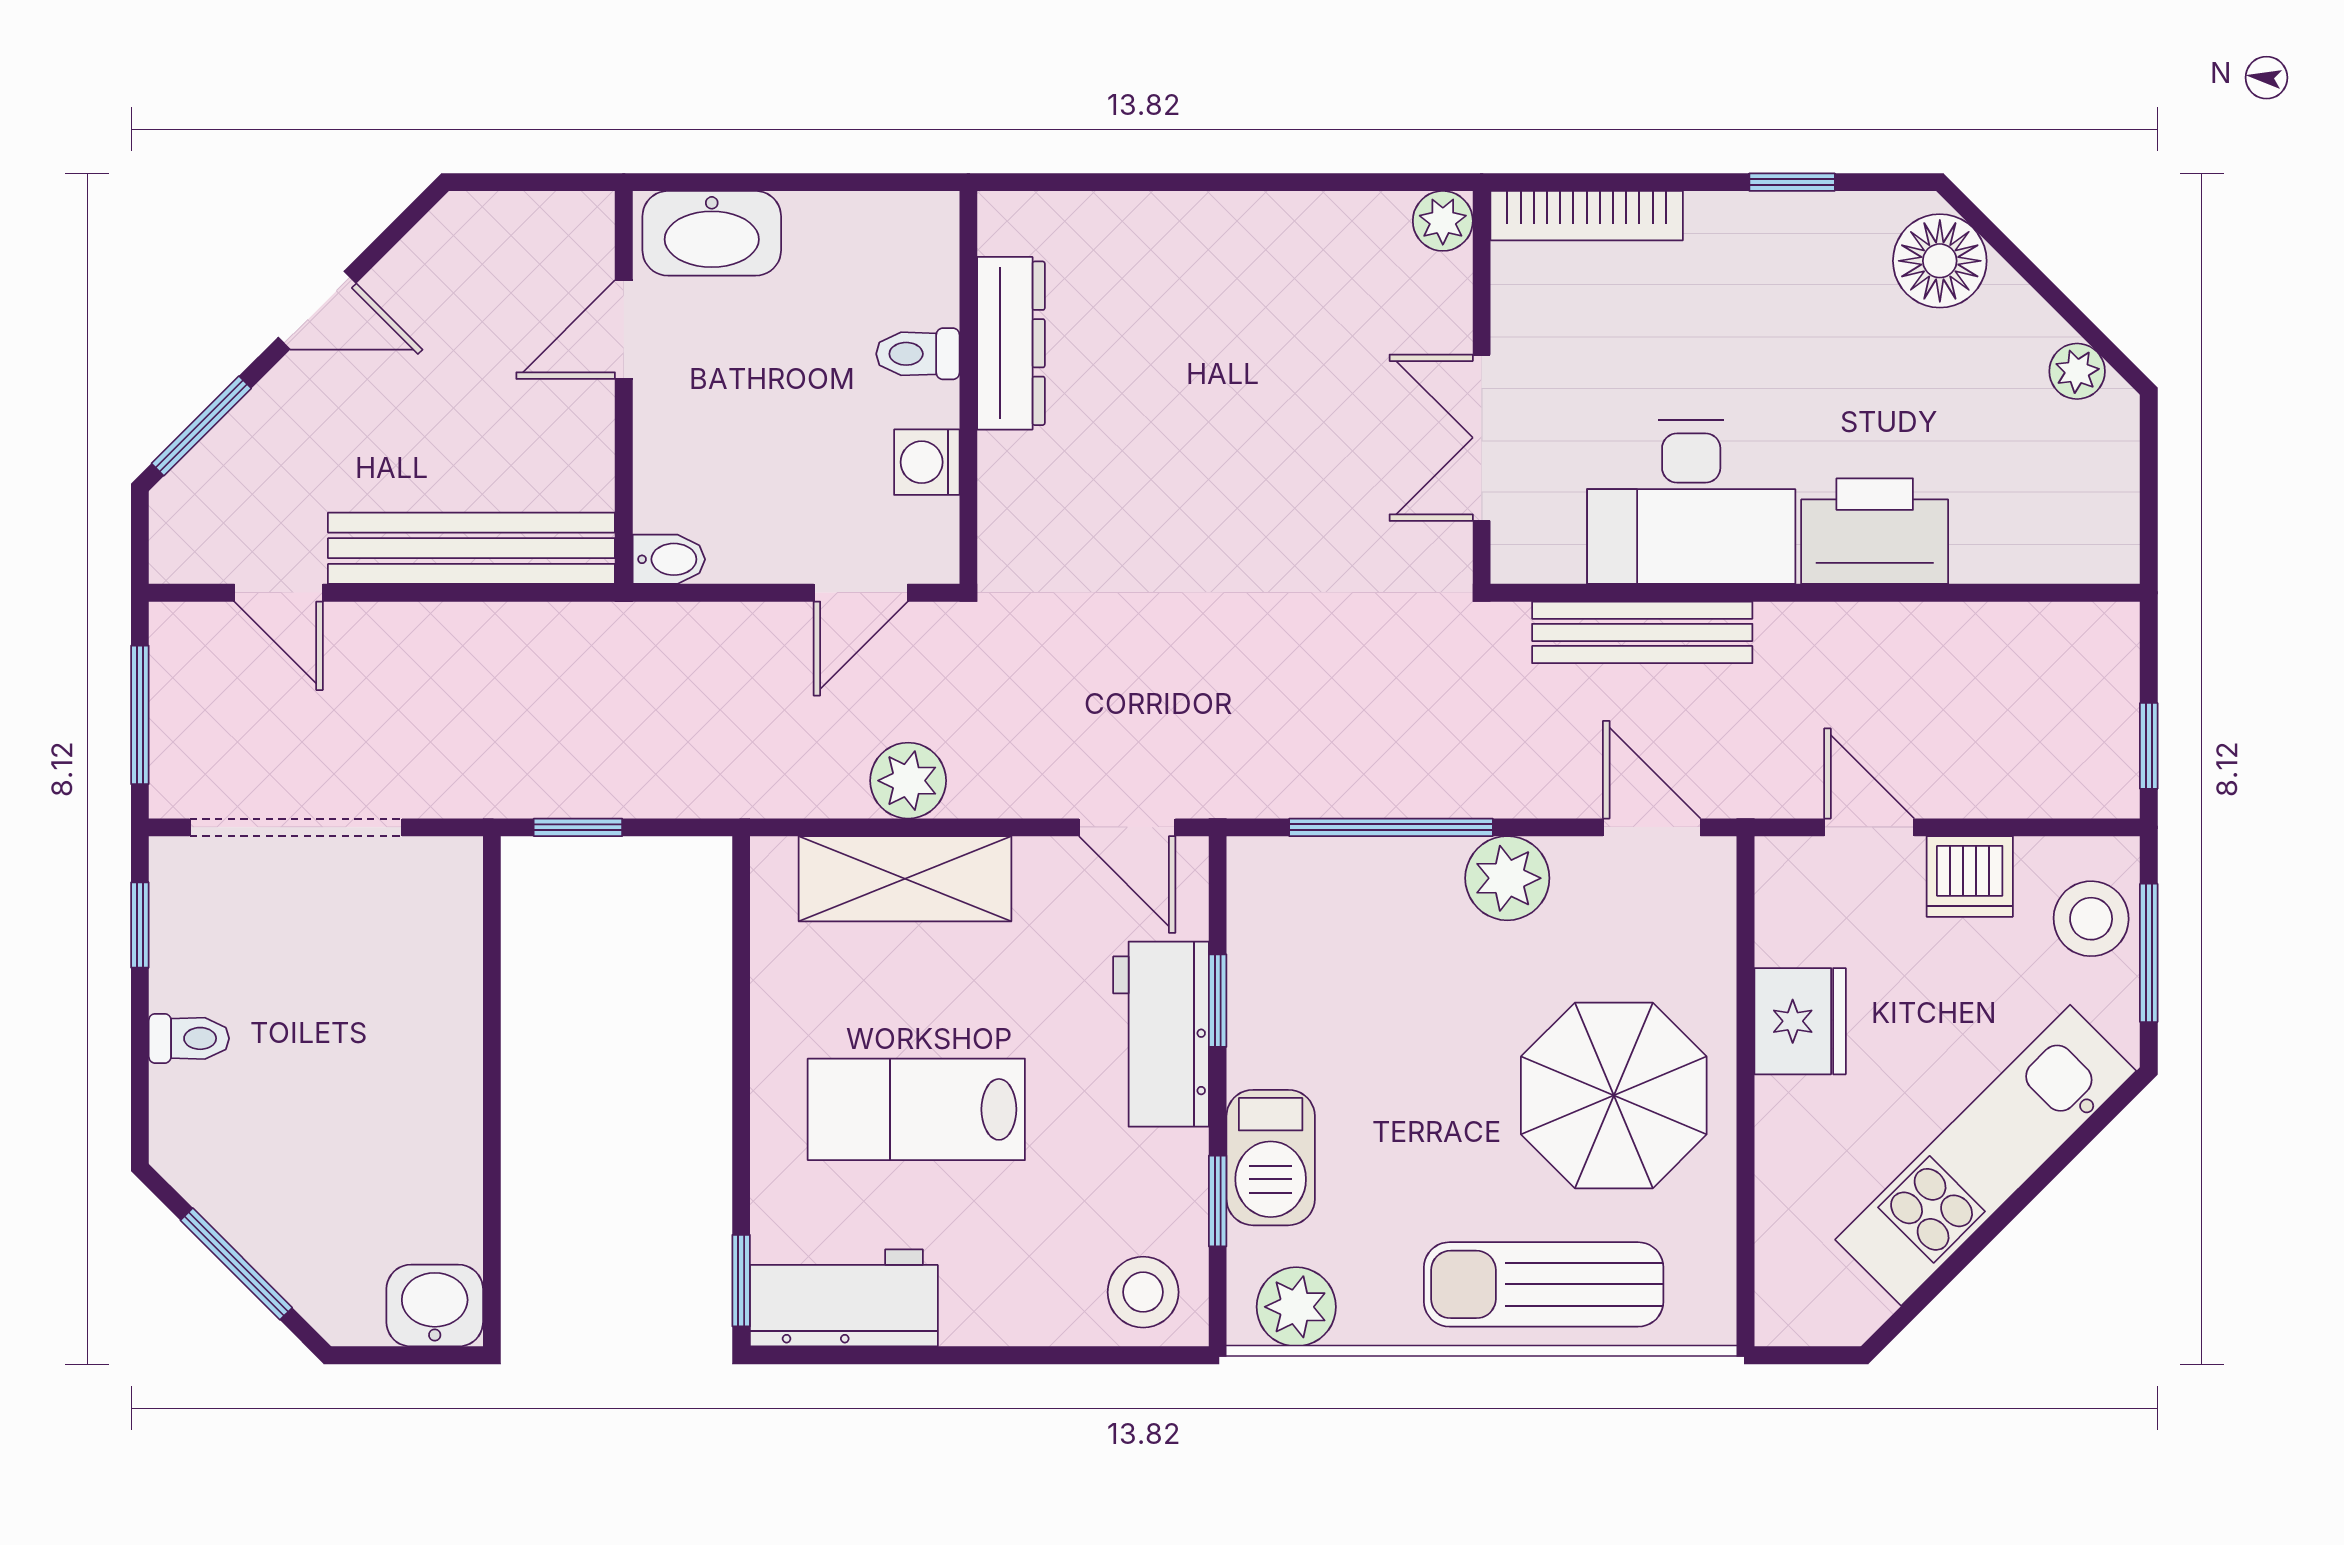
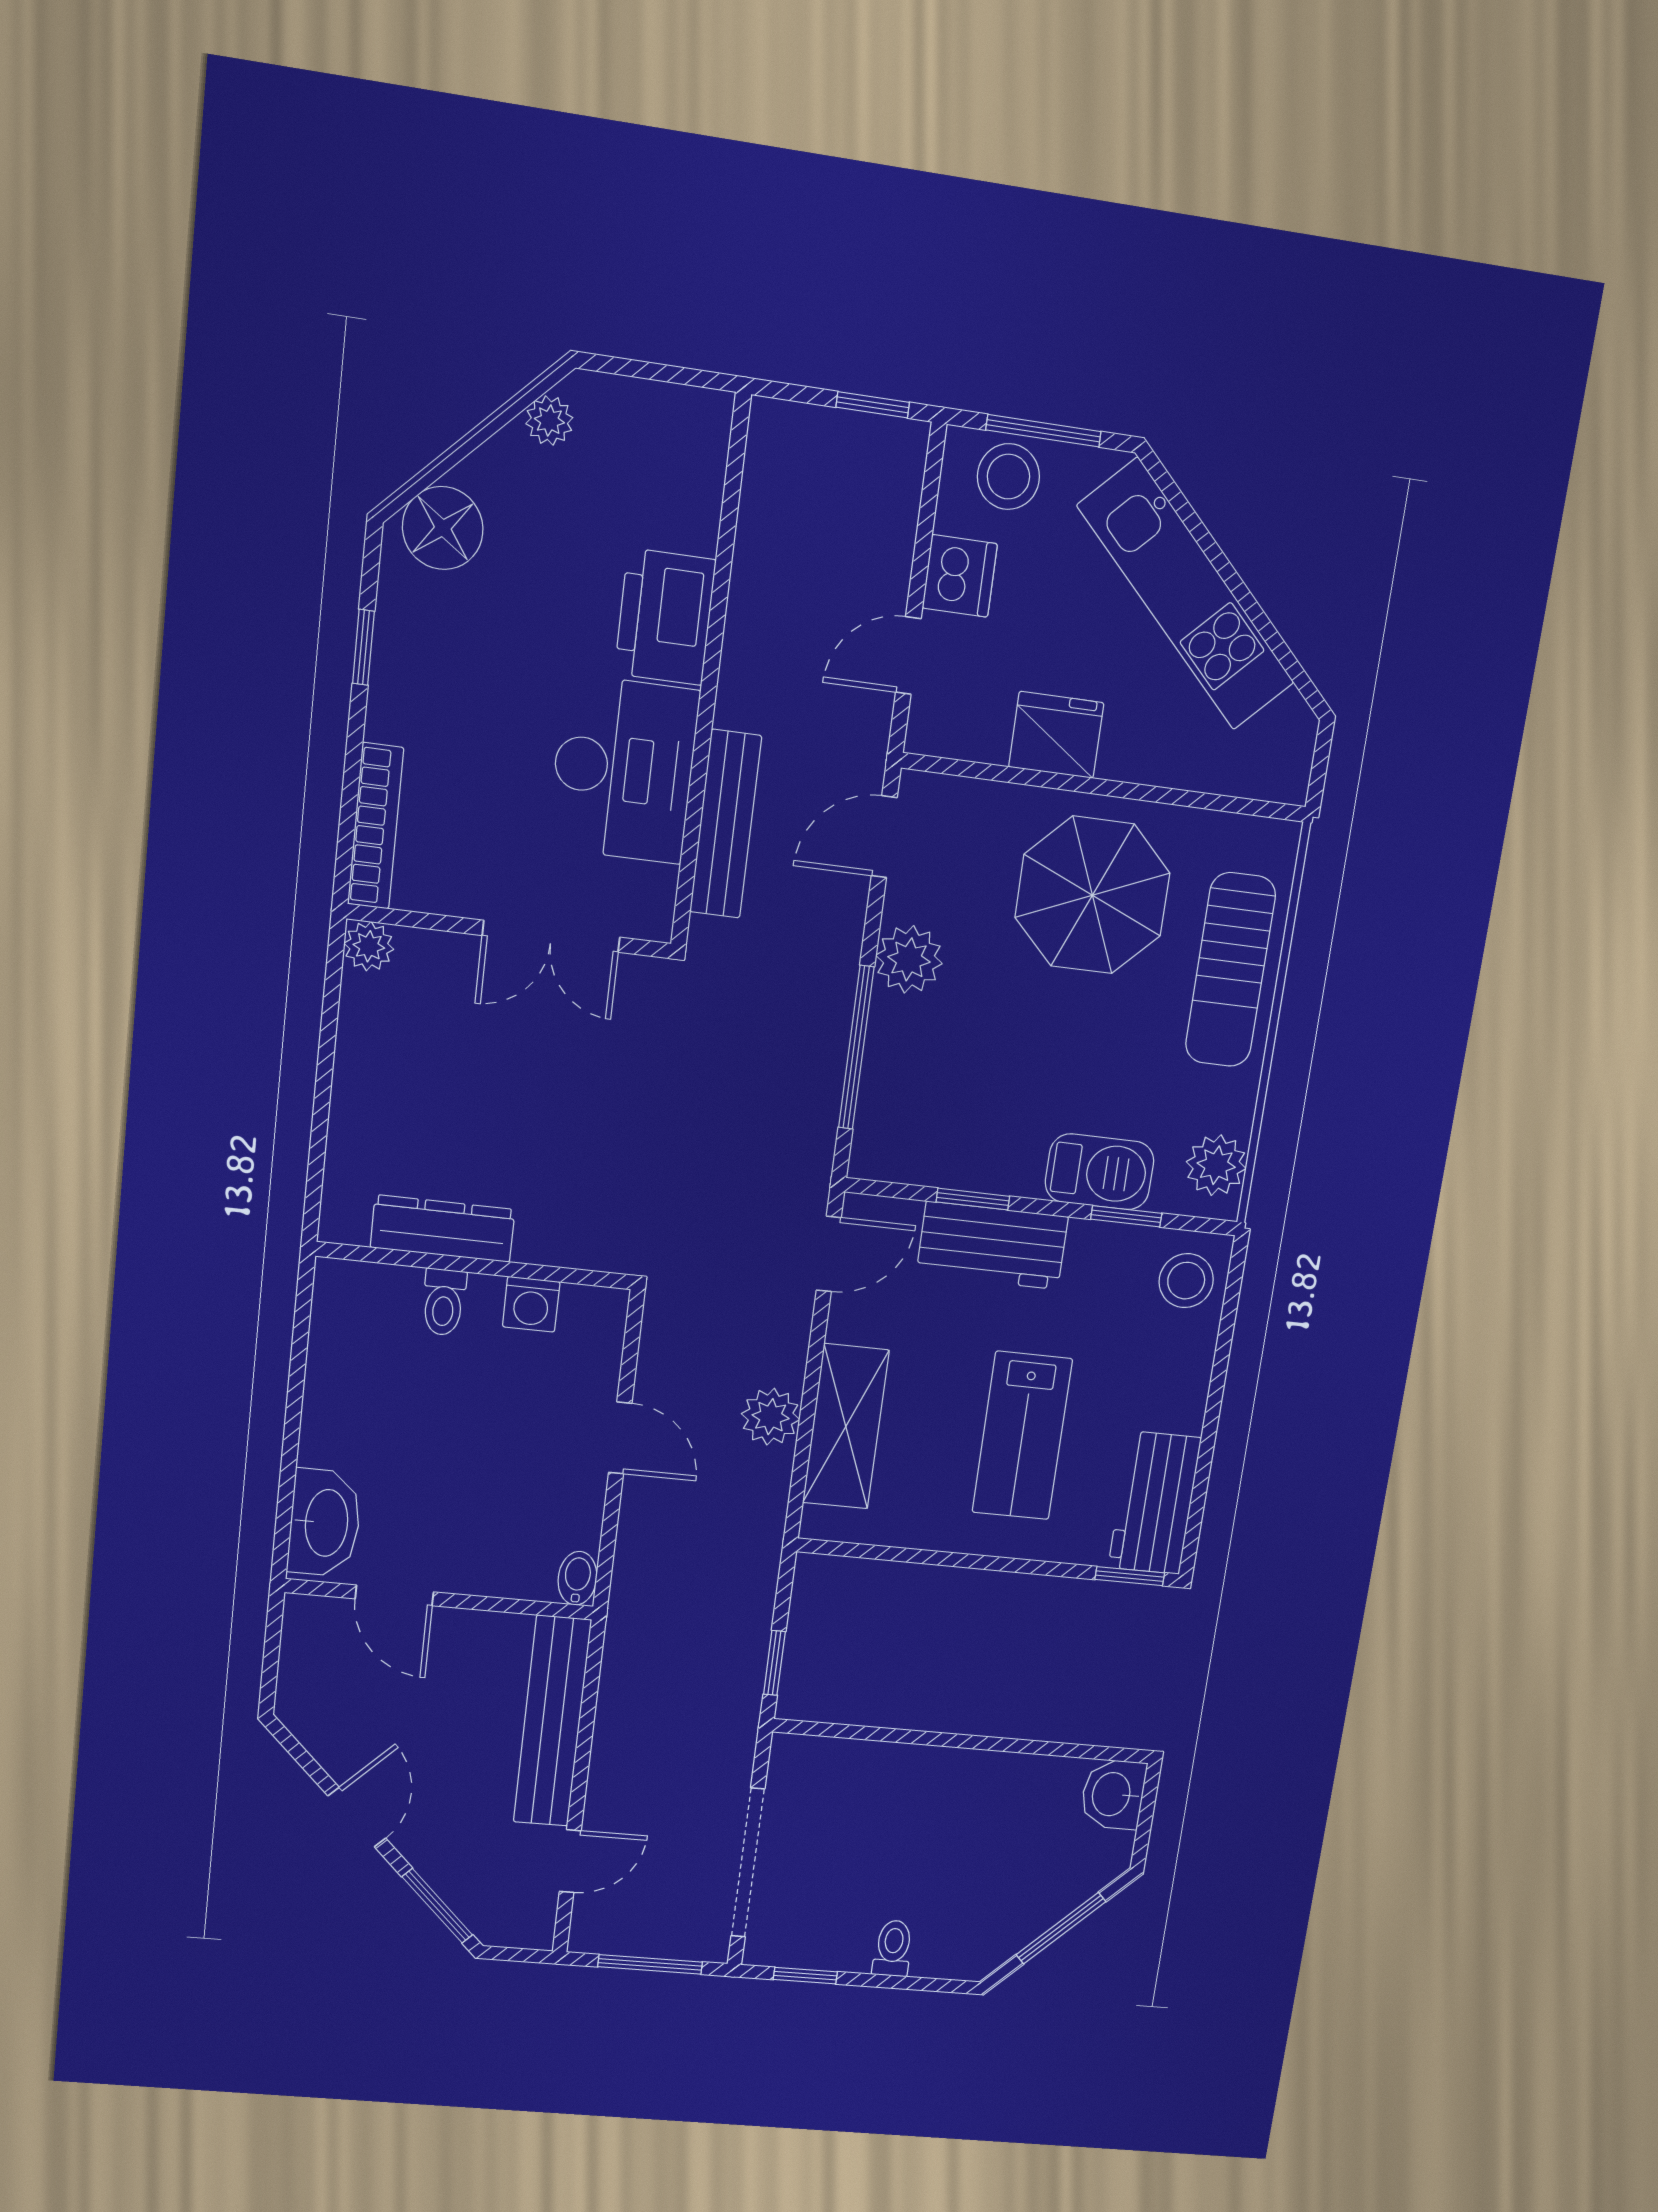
dresser: (1011, 343) -> (443, 1229), moved
toilet: (918, 354) -> (444, 1302), moved
wall: (968, 387) -> (475, 1266), moved
washing machine: (927, 462) -> (531, 1304), moved

